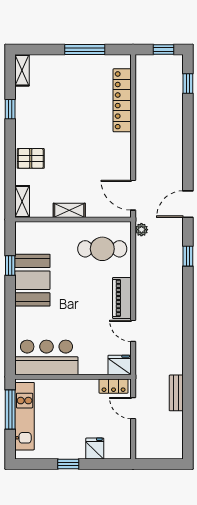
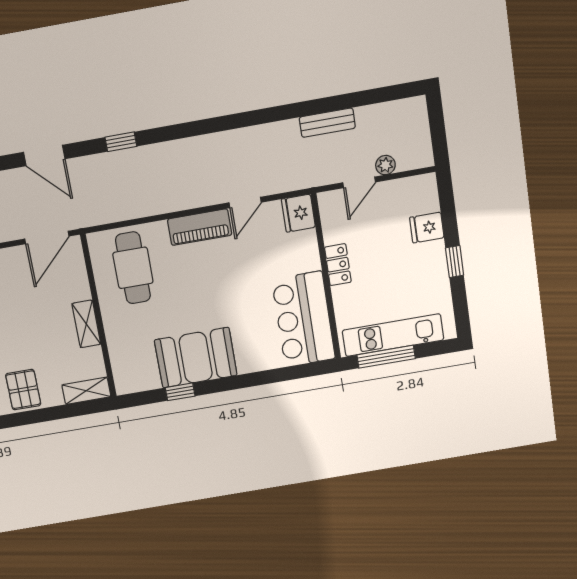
plant: (141, 230) -> (385, 165), moved
locker: (114, 386) -> (338, 265), moved

